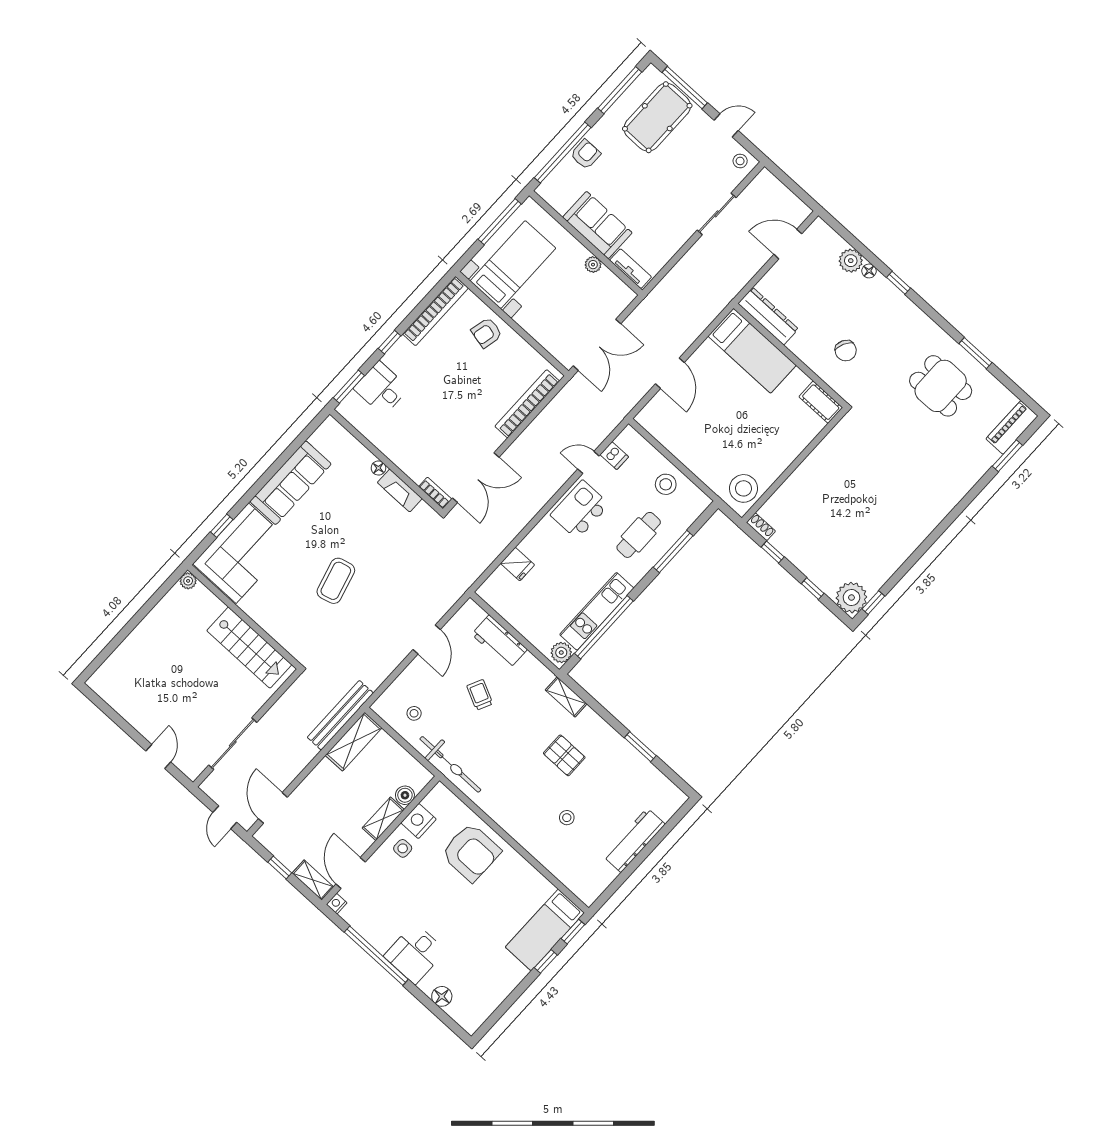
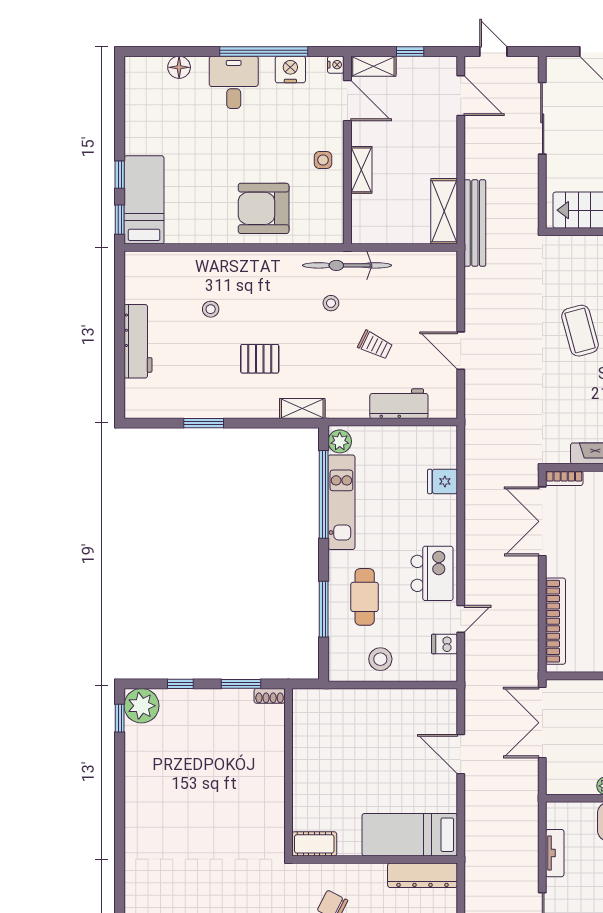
tv unit: (631, 269) -> (555, 853), moved, turned -90
stool: (743, 488) -> (313, 714), removed
window: (773, 552) -> (241, 684), width x1.50
stool: (414, 713) -> (331, 303), moved
boiler: (405, 795) -> (361, 206), removed
nightstand: (419, 821) -> (290, 69), moved, turned -90

